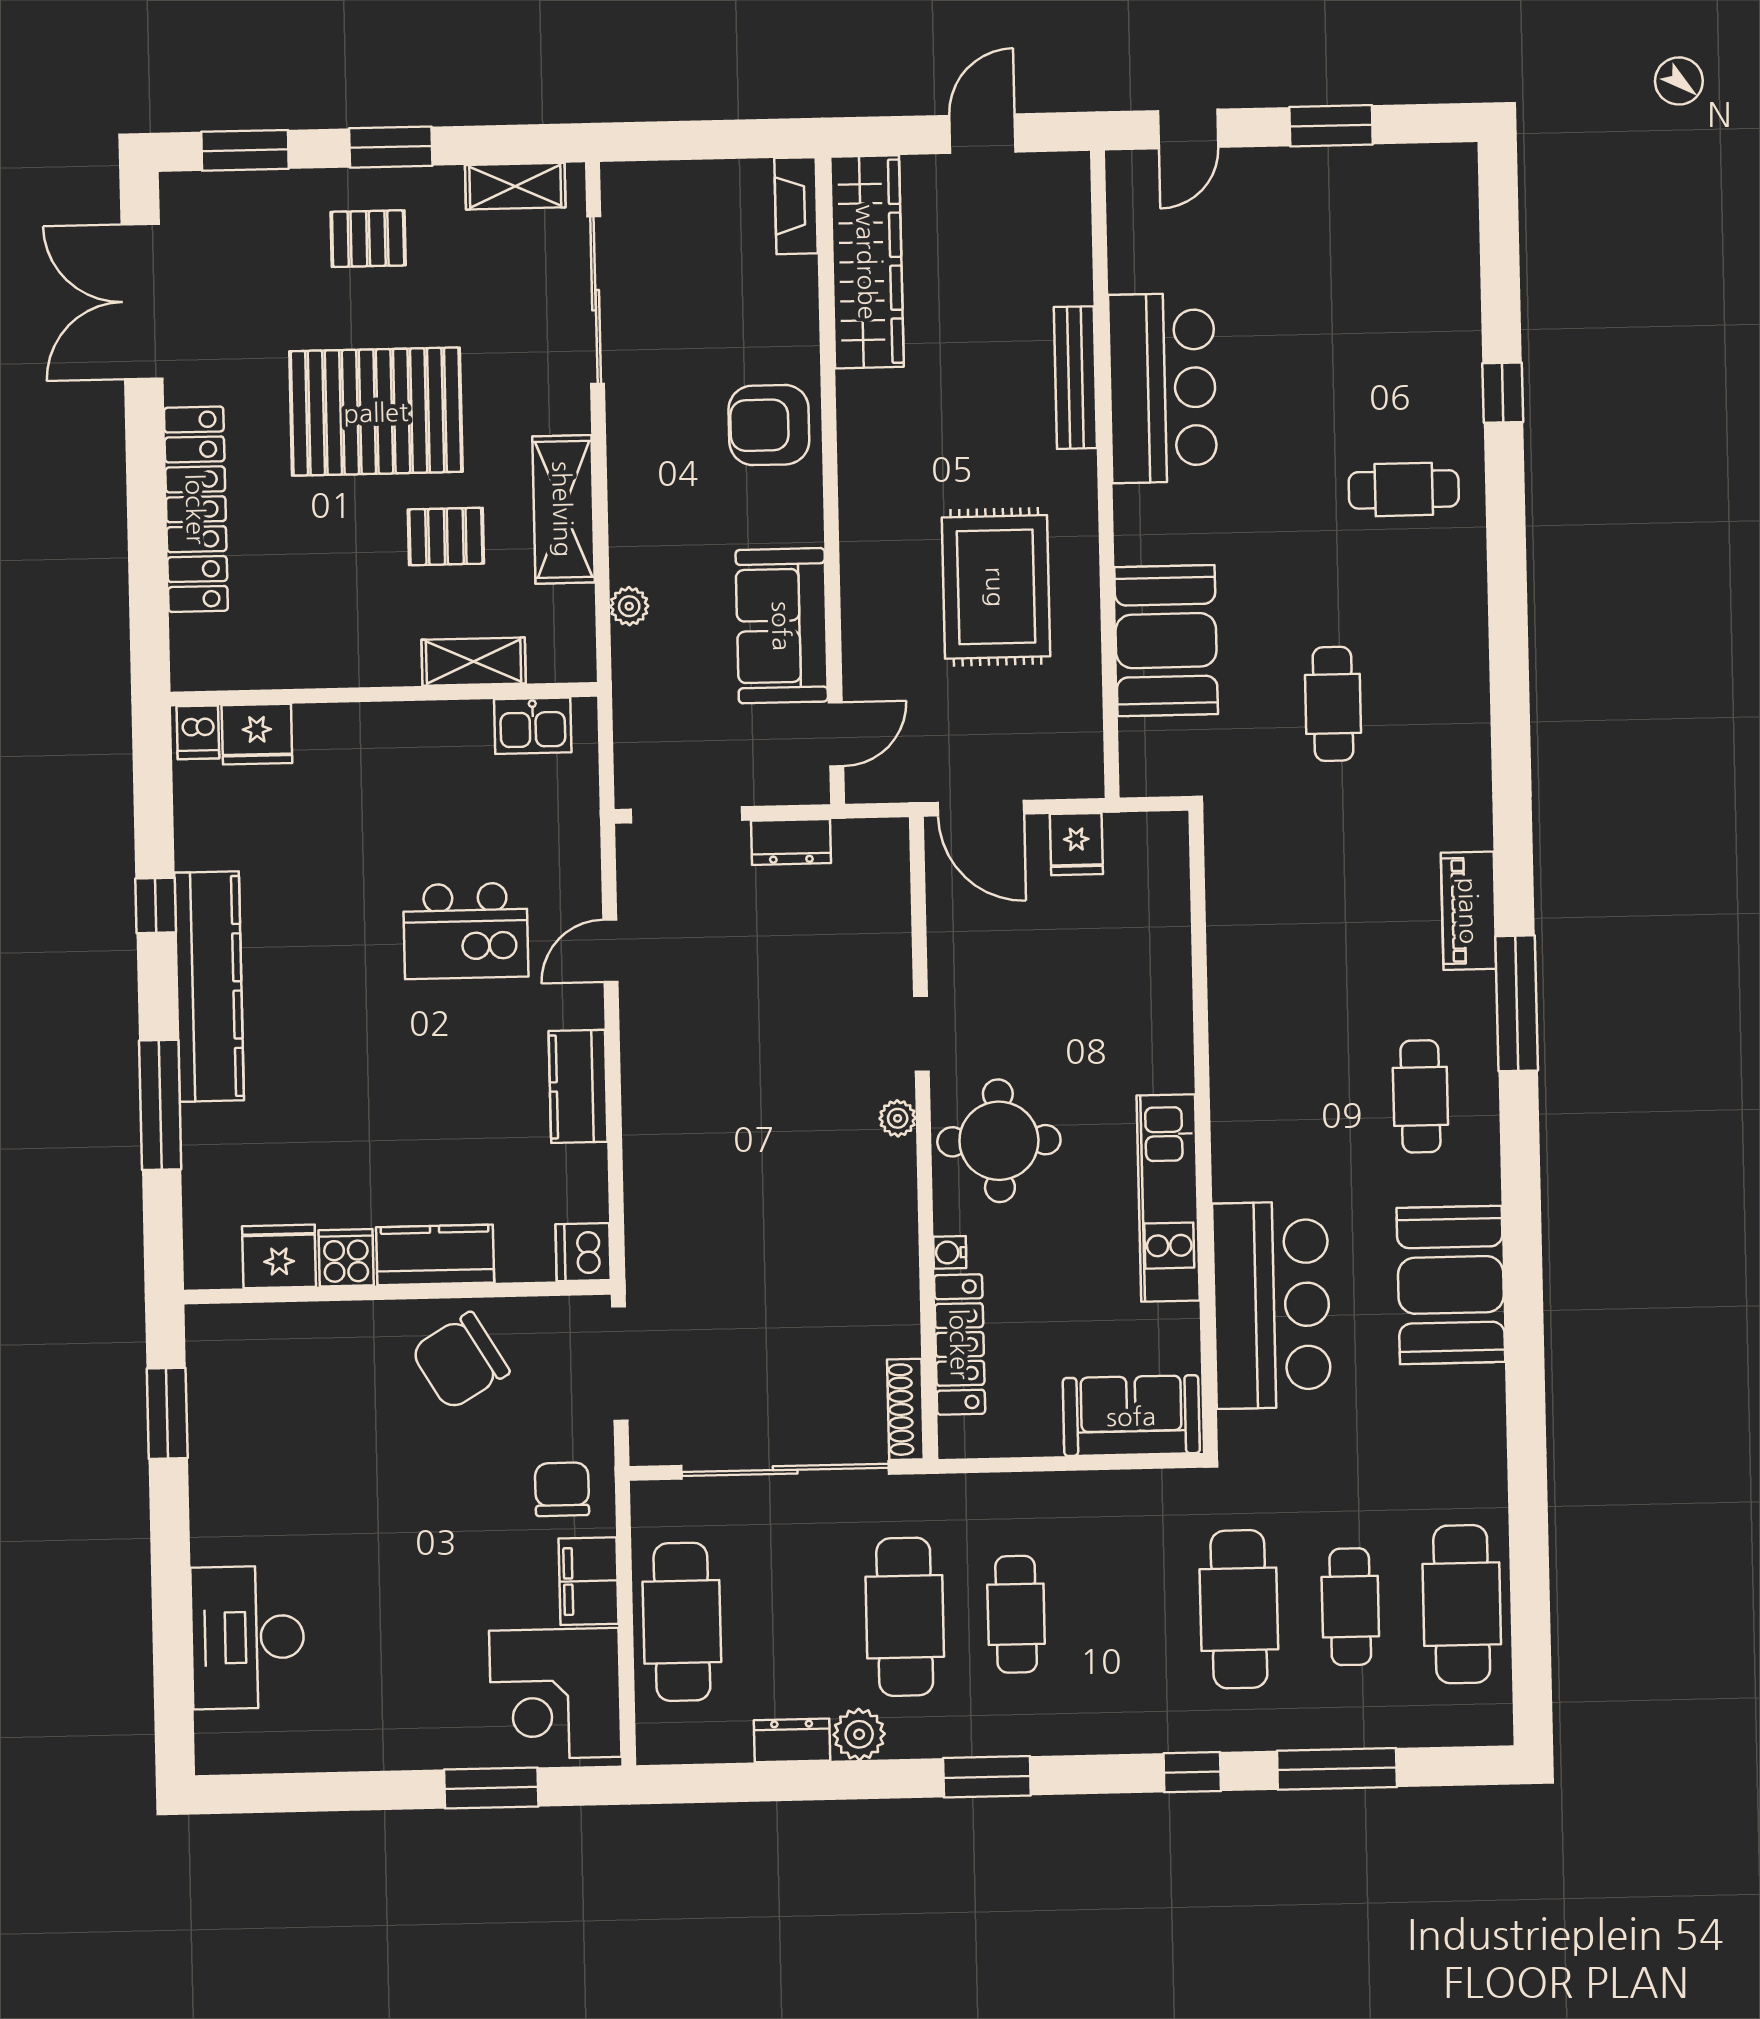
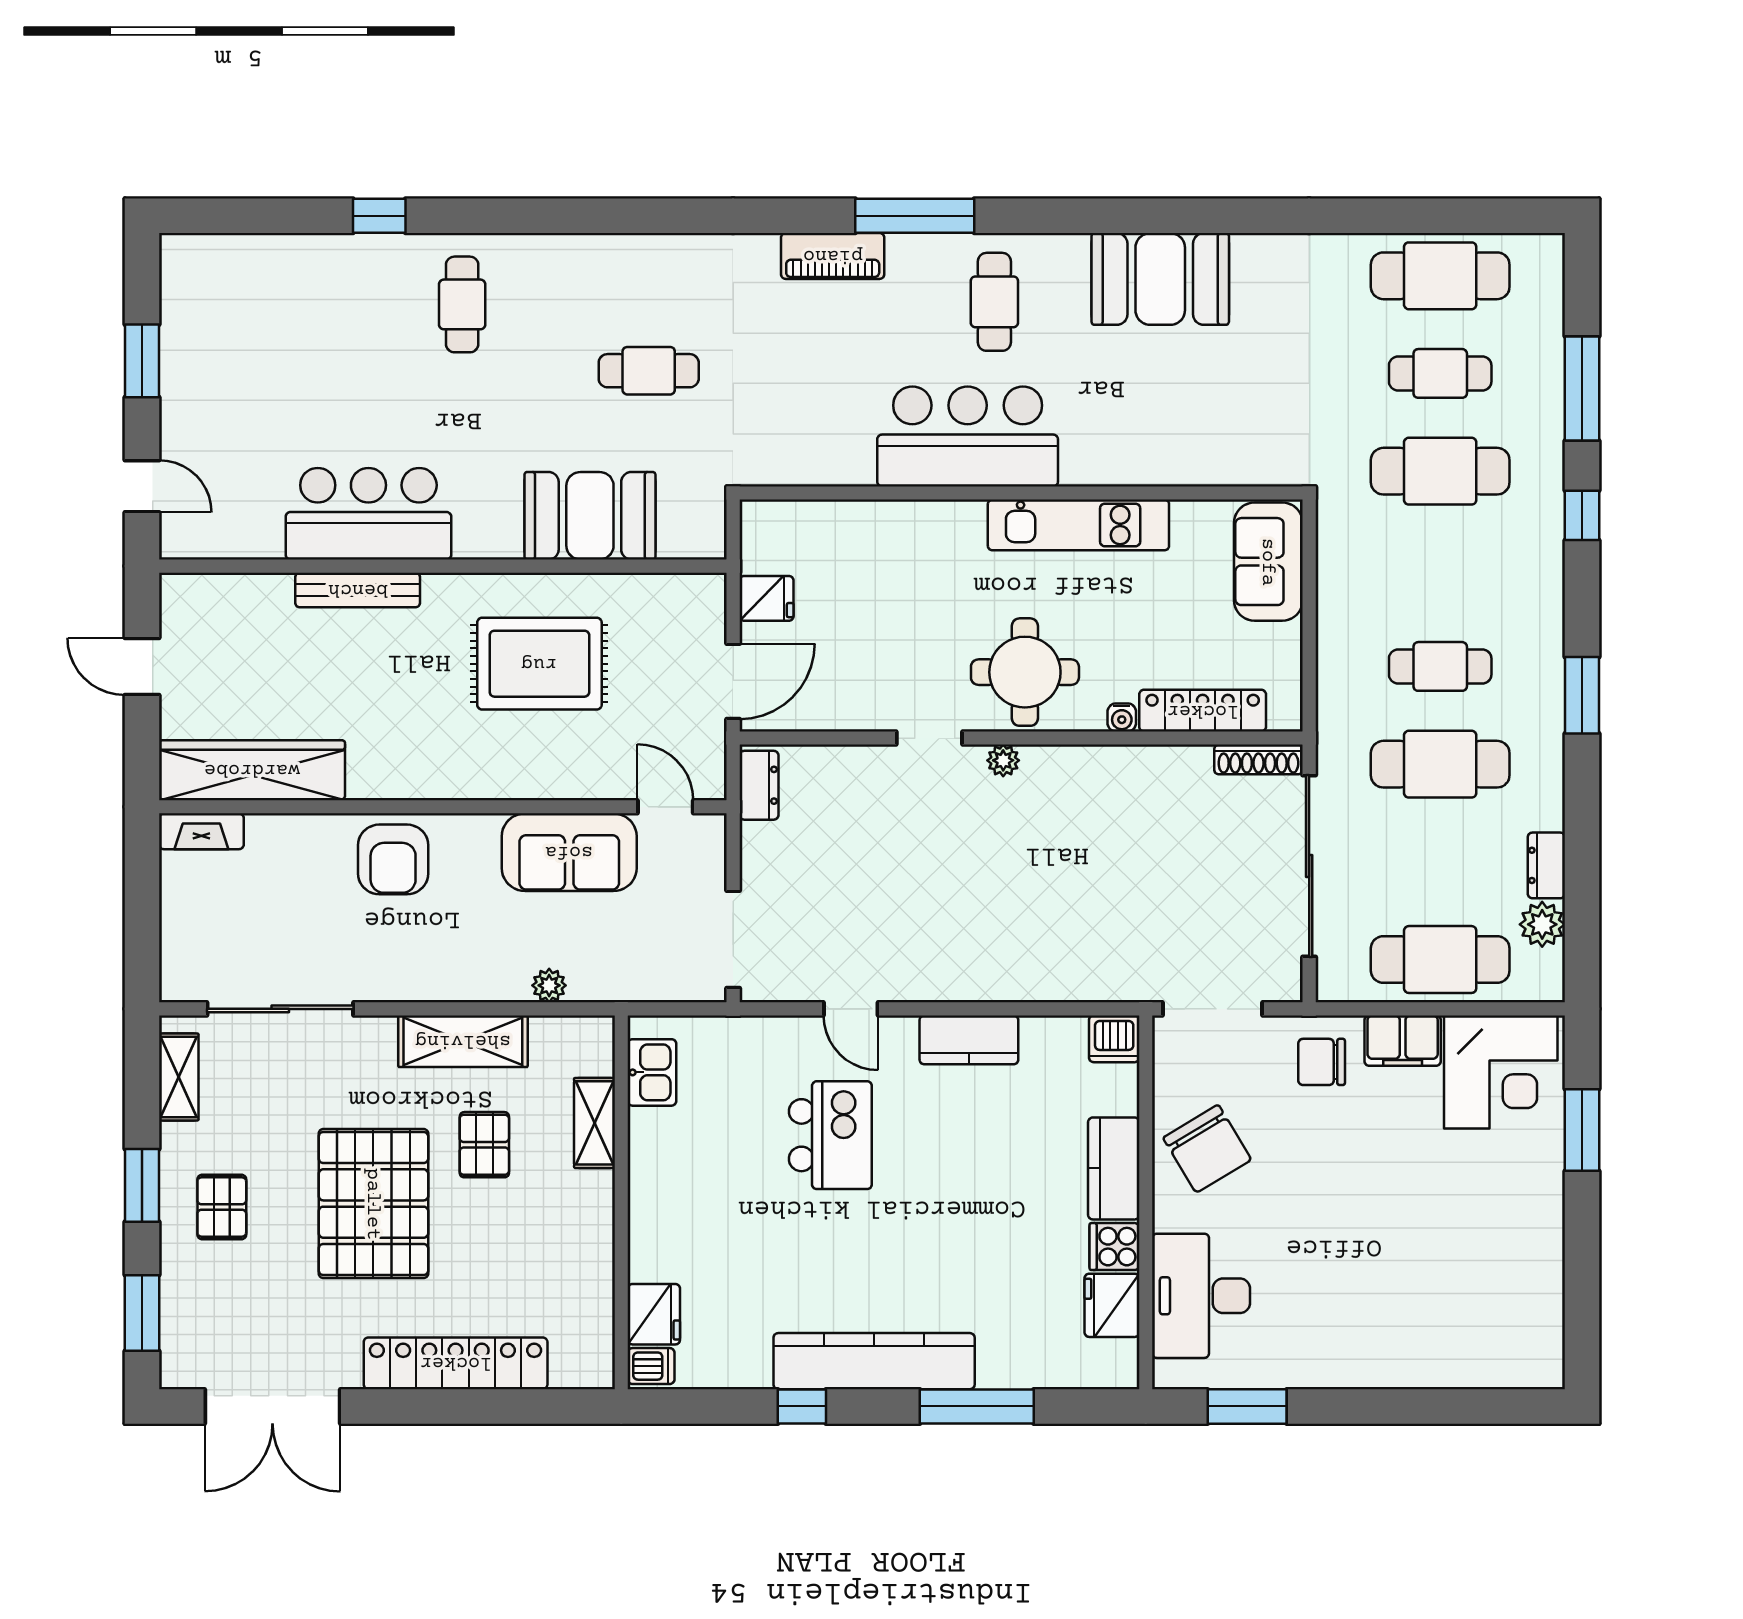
dresser: (791, 842) -> (759, 785), moved
cafe table: (1420, 1096) -> (994, 302), turned 90
bar counter: (1272, 1305) -> (968, 436), moved
desk: (248, 1637) -> (1201, 1296), moved, turned 90
plant: (859, 1734) -> (1542, 924), moved

